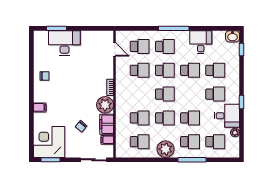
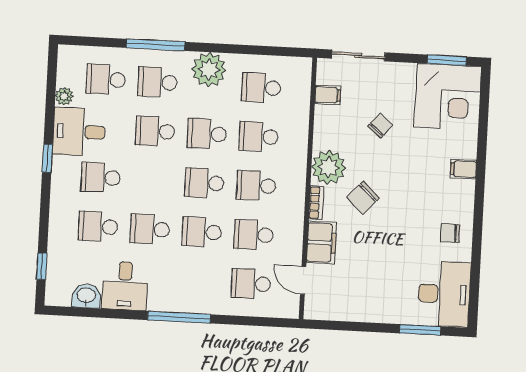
washbasin: (232, 36) -> (86, 296), moved
desk: (64, 43) -> (444, 294), moved, turned -90
school desk: (165, 46) -> (256, 186), moved
chair: (88, 91) -> (363, 198), added
filing cabinet: (107, 124) -> (321, 243), moved

